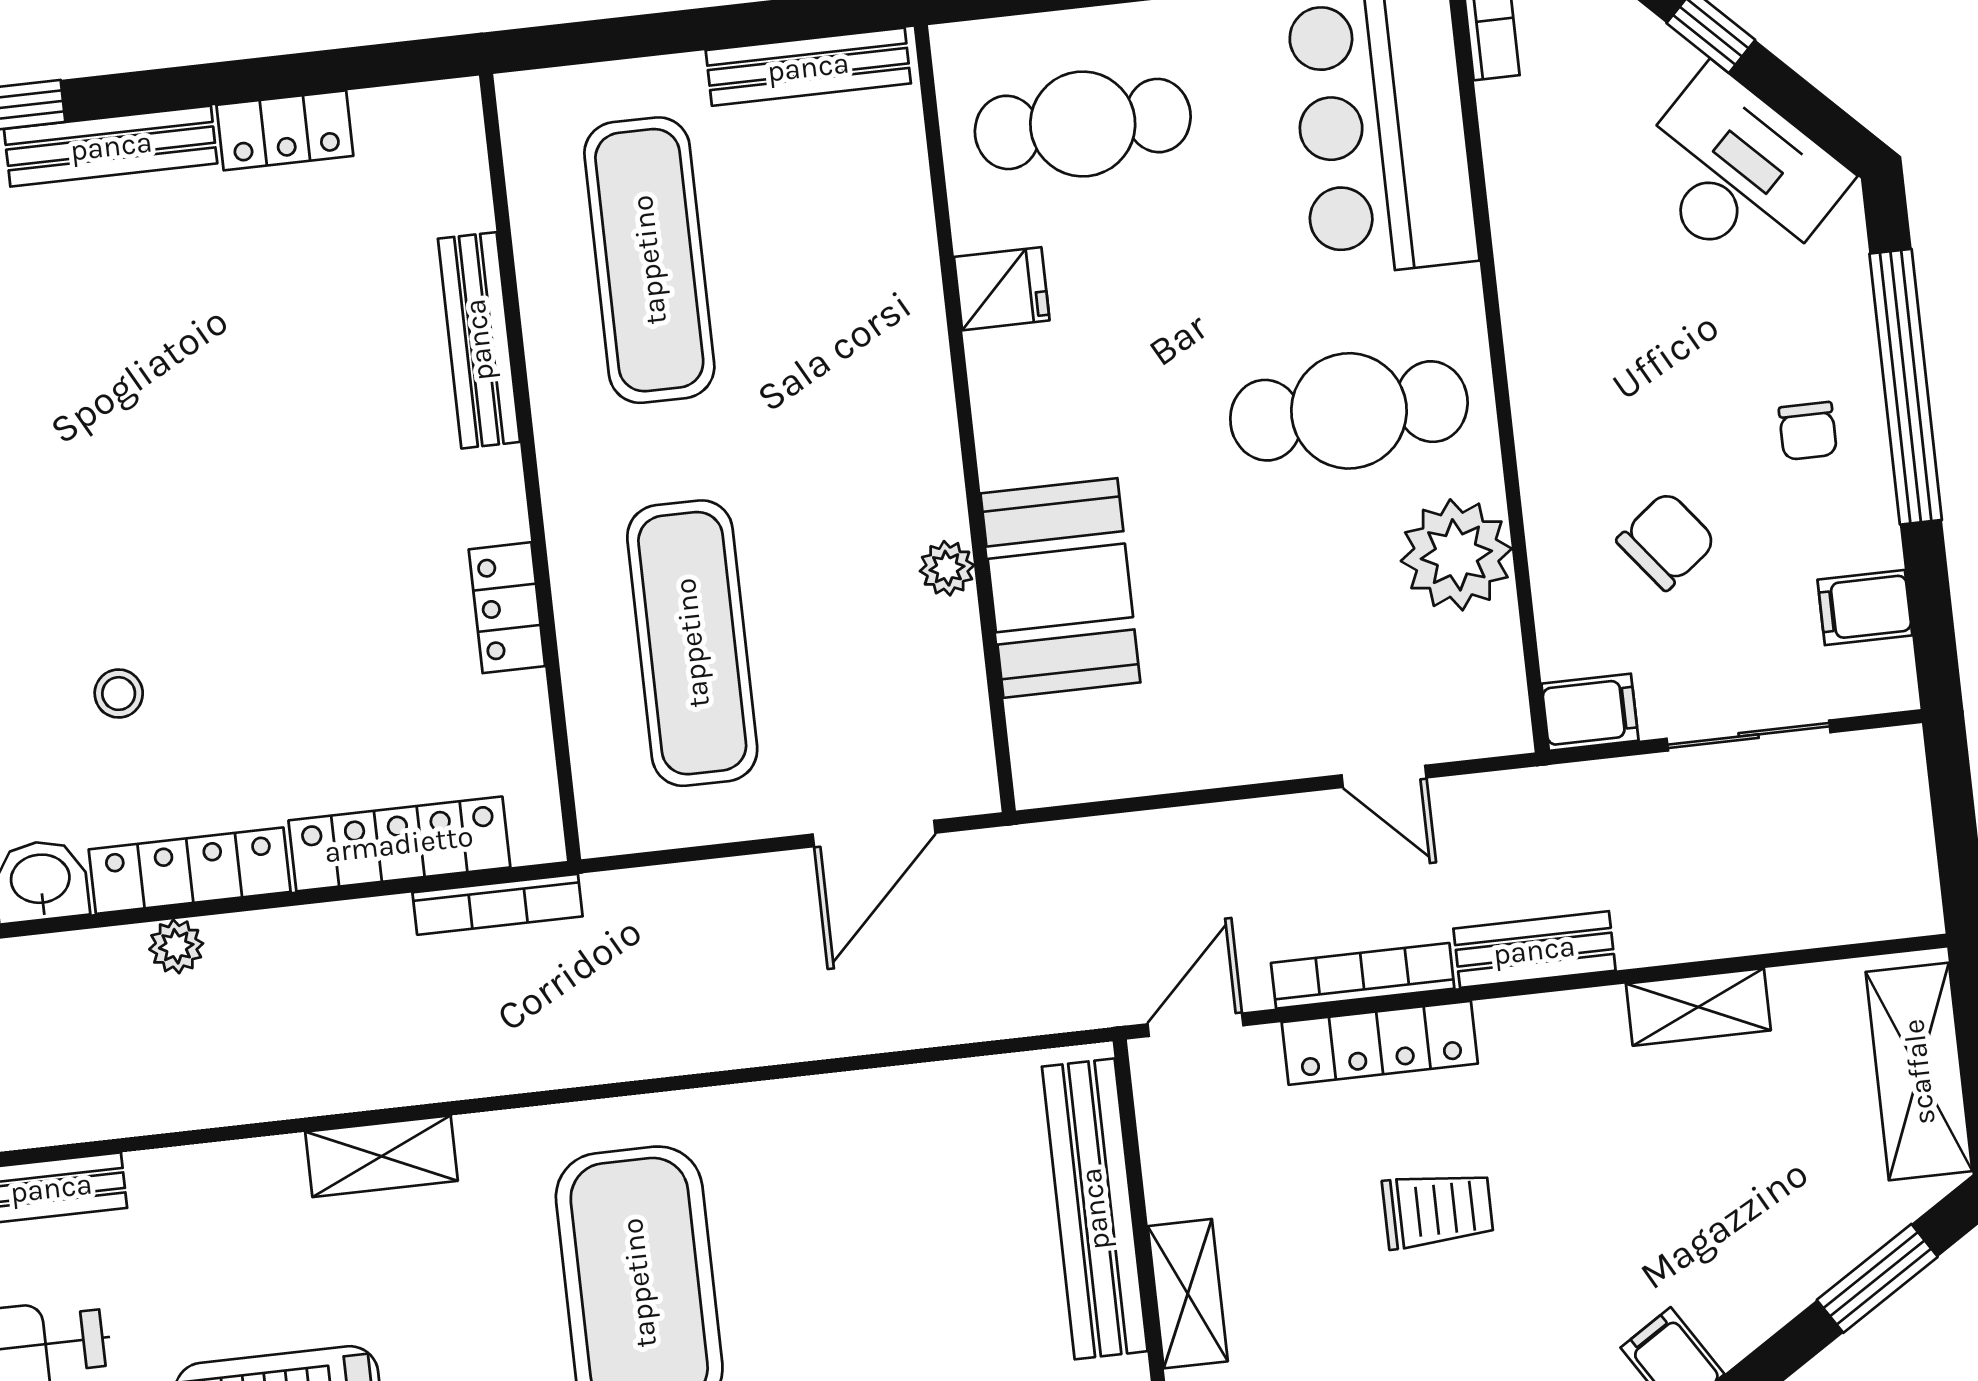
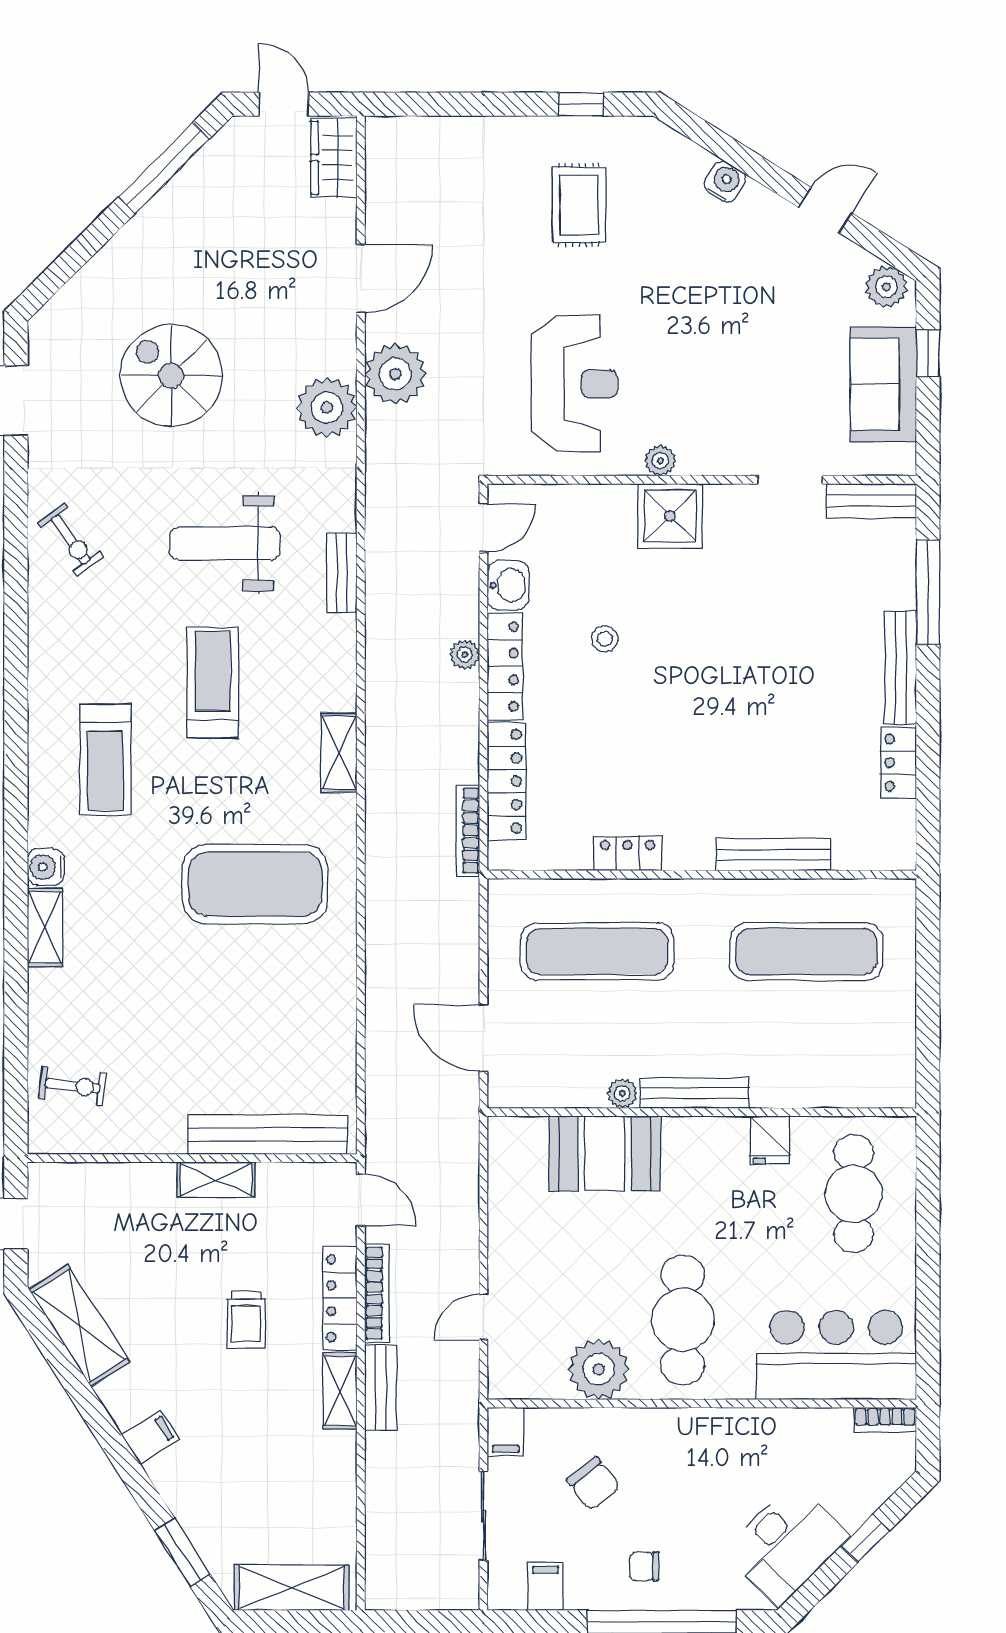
bench: (808, 67) -> (695, 1093), moved, turned 90
shelving: (1698, 1007) -> (340, 1391), moved

